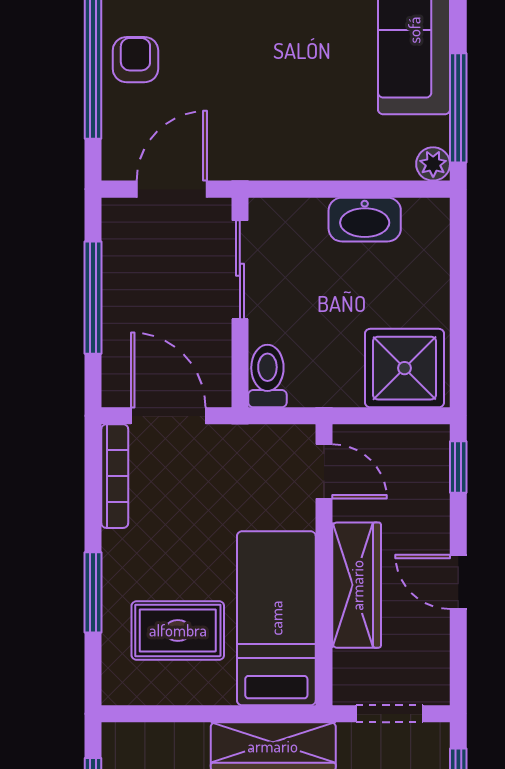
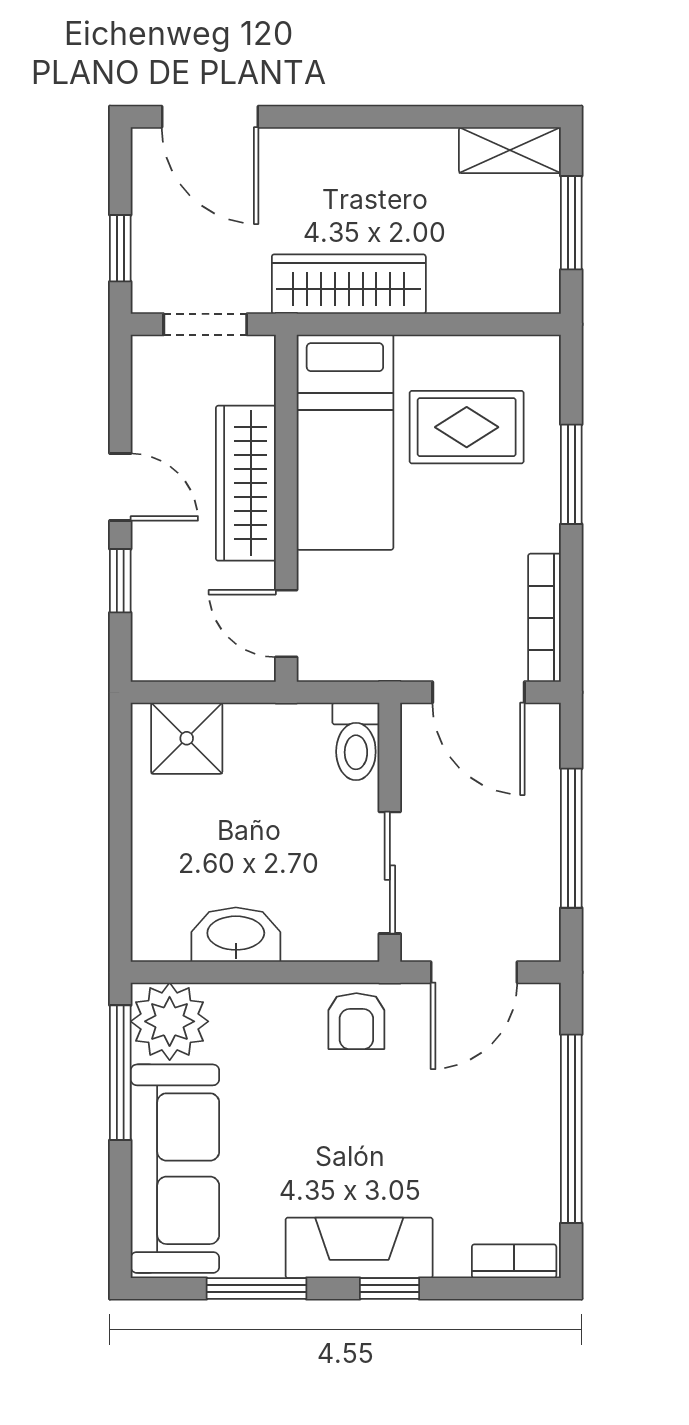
armchair: (135, 60) -> (356, 1021), moved
plant: (433, 164) -> (170, 1021), width x1.88, depth x1.88
shower: (404, 368) -> (187, 738), width x0.73, depth x0.73
window: (458, 467) -> (120, 581), moved

